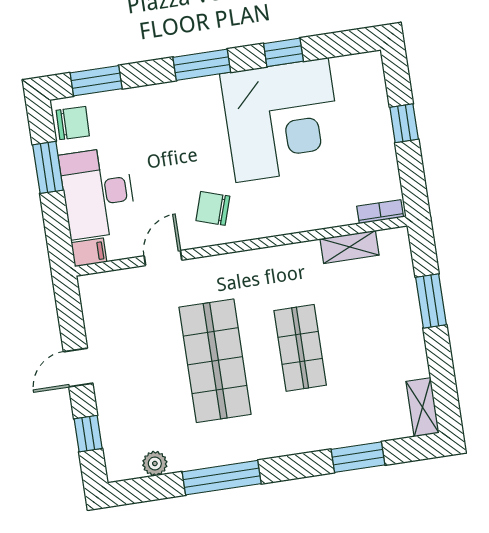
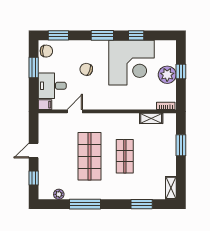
plant: (372, 136) -> (167, 75), added
desk: (98, 193) -> (52, 86), width x0.73
chair: (213, 208) -> (86, 69), moved

